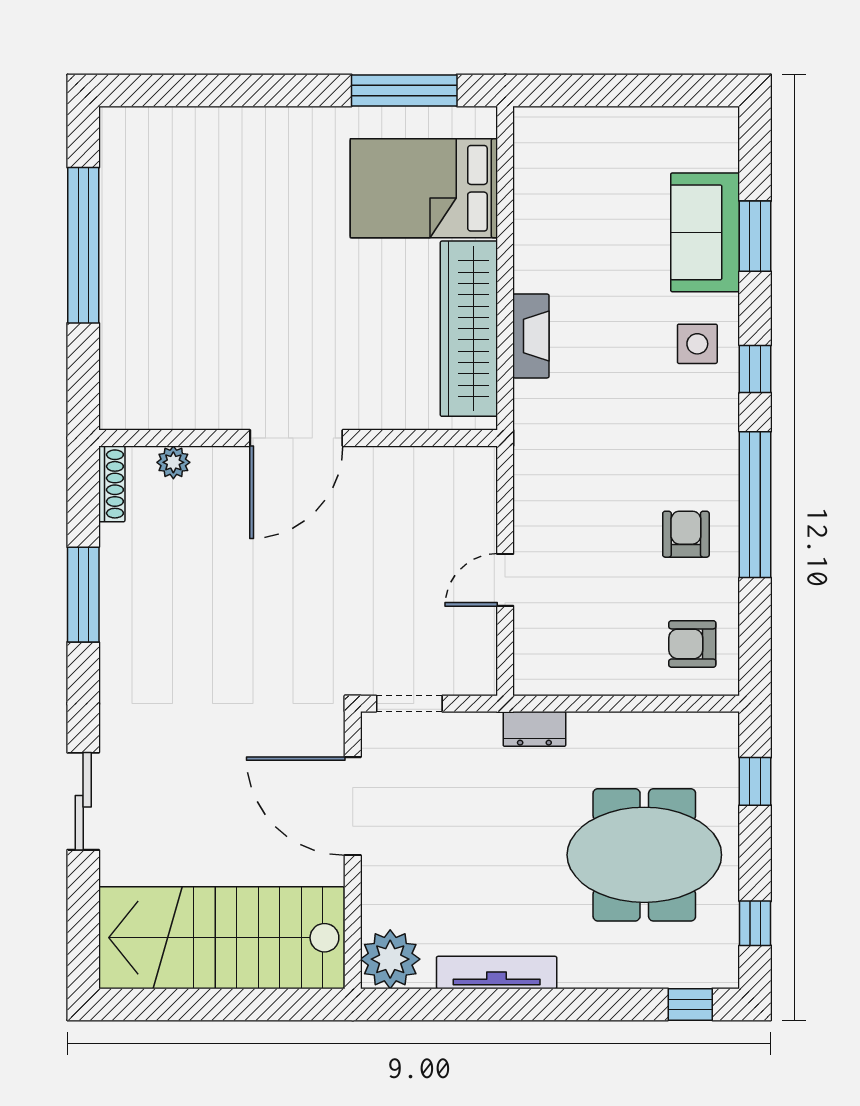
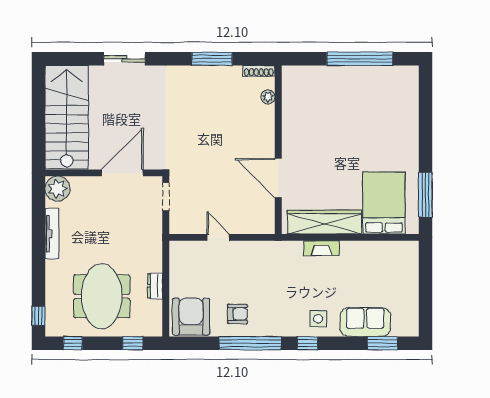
window: (755, 236) -> (383, 343), moved
door: (296, 438) -> (278, 178), moved
armchair: (692, 644) -> (191, 317), width x1.88, depth x1.88
dresser: (534, 729) -> (155, 286), moved

